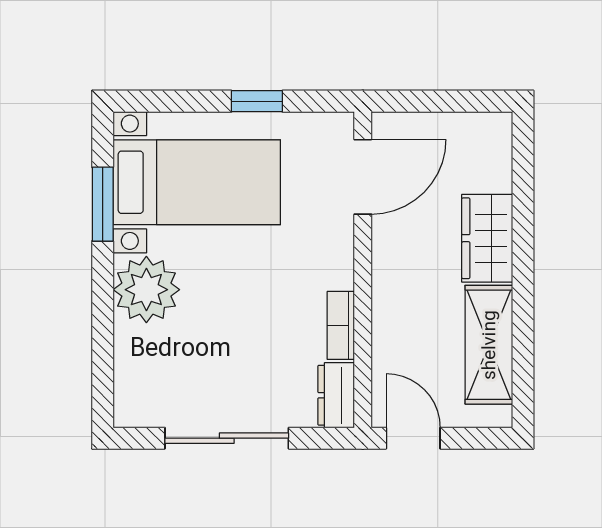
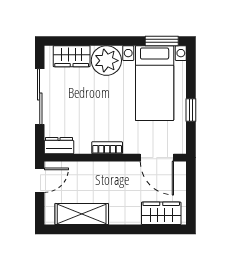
window: (103, 204) -> (162, 41), moved
wardrobe: (487, 238) -> (161, 213), moved
bookcase: (341, 325) -> (107, 148), moved
wardrobe: (137, 367) -> (72, 56), added

